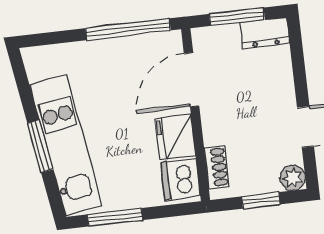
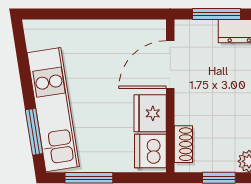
window: (128, 29) -> (120, 14), removed
window: (40, 146) -> (34, 132), moved

